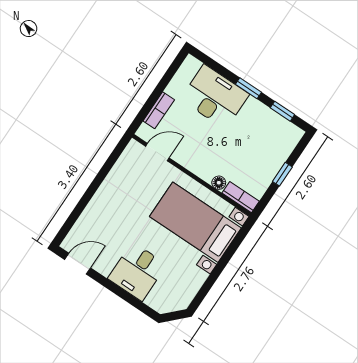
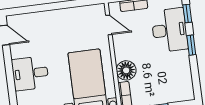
window: (282, 111) -> (187, 13), moved
floor lamp: (219, 183) -> (126, 70), width x1.89, depth x1.89

